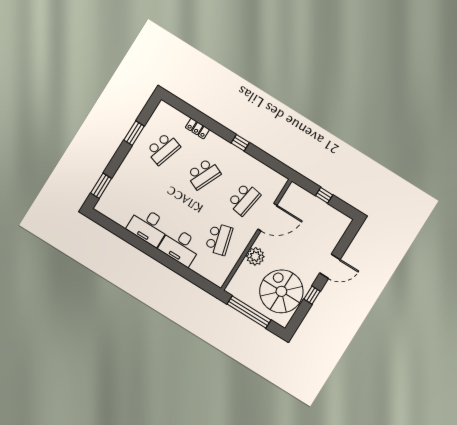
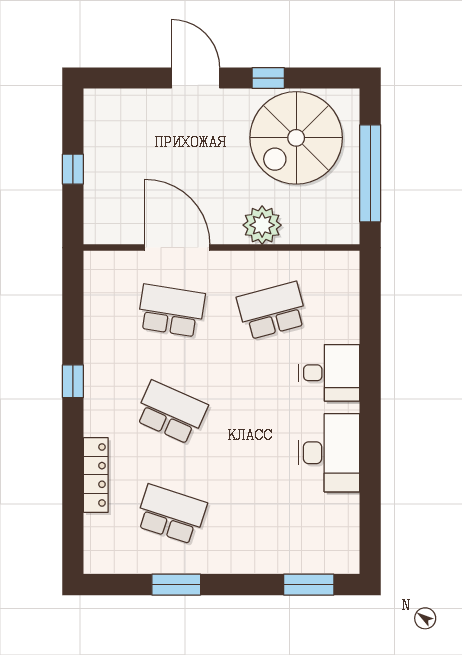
locker: (197, 129) -> (96, 475), width x1.53
desk: (180, 246) -> (329, 373), width x0.73

